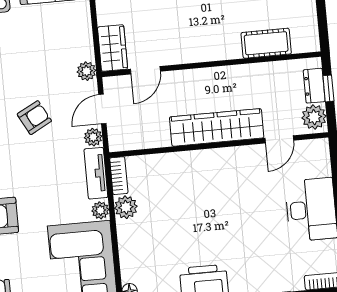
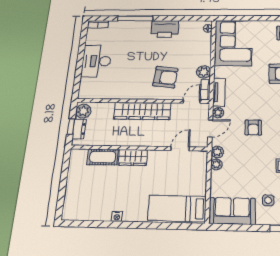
wardrobe: (113, 48) -> (133, 157), moved, turned -90
armchair: (34, 118) -> (253, 128), turned -62
door: (279, 139) -> (192, 101), moved
armchair: (188, 191) -> (165, 77), added
plant: (100, 210) -> (216, 164), moved

